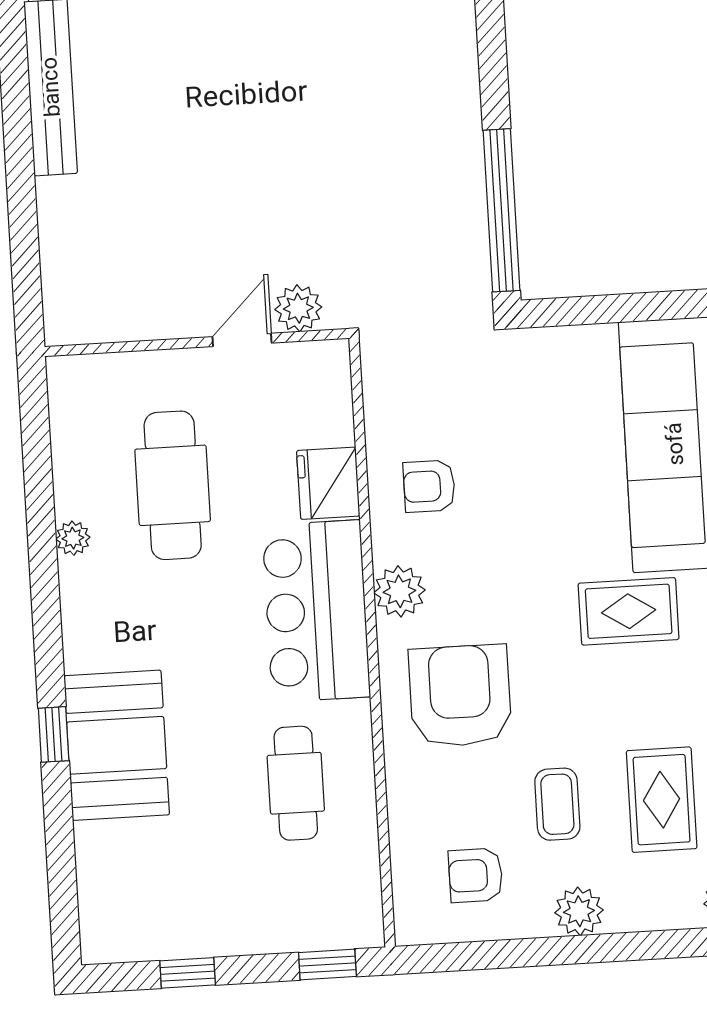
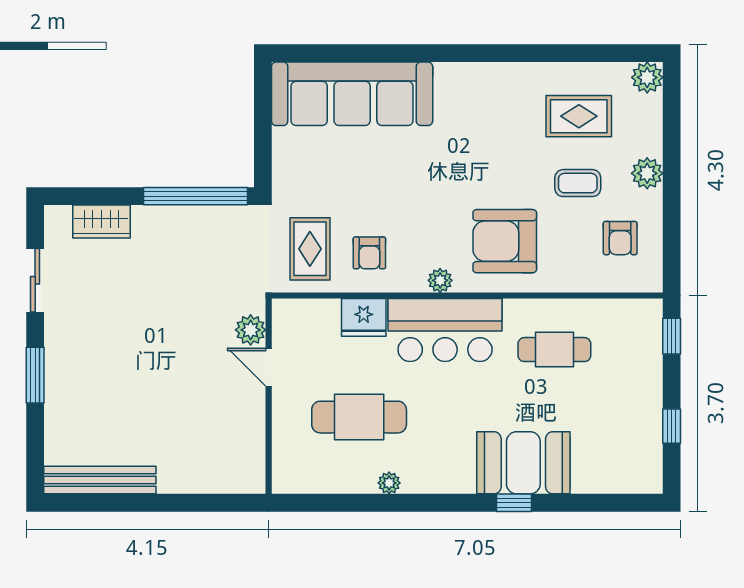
wardrobe: (453, 66) -> (101, 222), added
plant: (399, 591) -> (440, 280), width x0.73, depth x0.73
rug: (629, 611) -> (310, 249), moved

